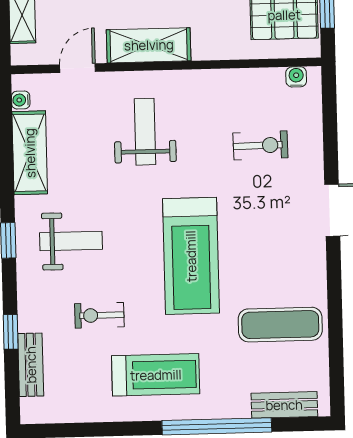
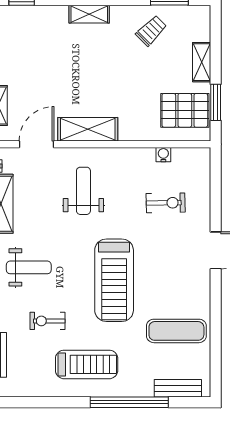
door: (77, 68) -> (37, 144), width x1.38
water cooler: (296, 77) -> (163, 155), moved

